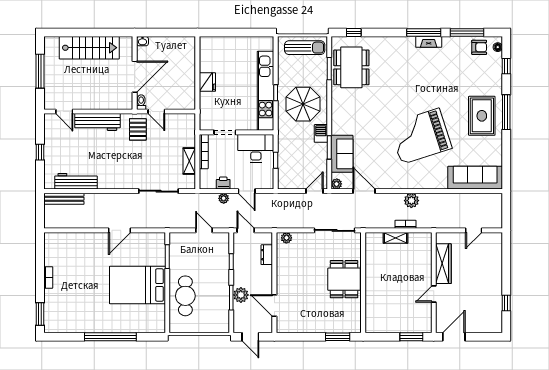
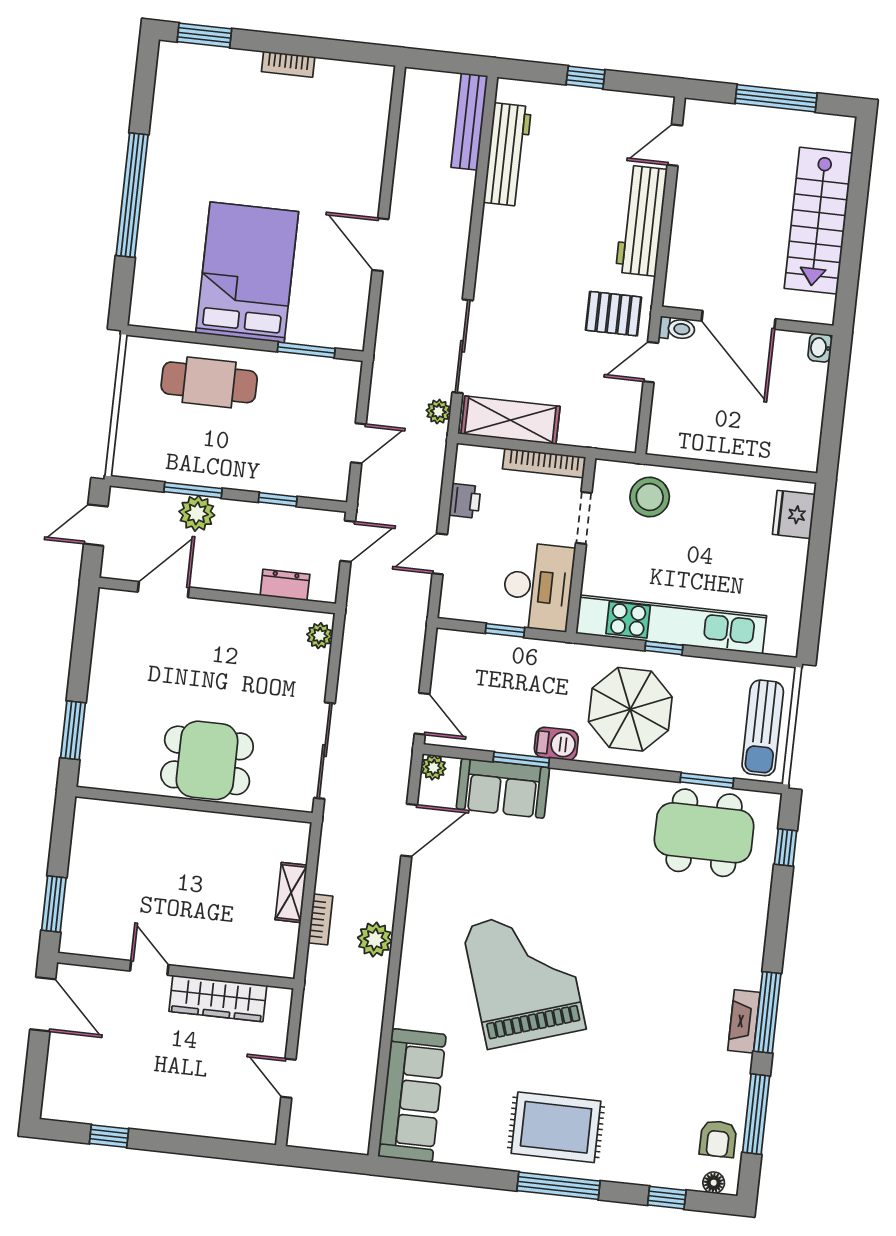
fridge: (207, 82) -> (794, 514), moved, turned 90
stool: (213, 106) -> (650, 497), added
shelving: (189, 161) -> (510, 420), width x1.50, depth x1.33
plant: (224, 198) -> (438, 412), moved

